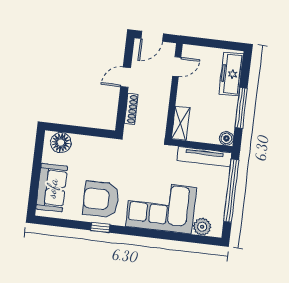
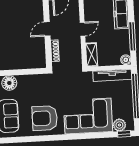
door: (177, 67) -> (83, 29), moved
window: (100, 227) -> (124, 134), moved

